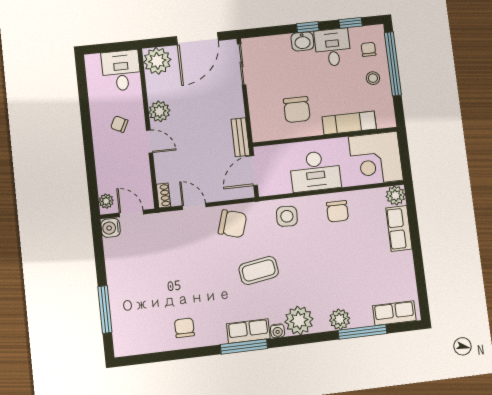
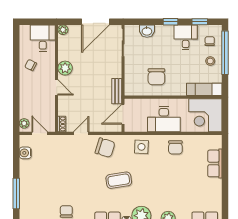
washbasin: (302, 41) -> (147, 31), moved
plant: (157, 61) -> (63, 30), width x0.53, depth x0.53
exam couch: (349, 123) -> (204, 89), moved
chair: (119, 124) -> (31, 65), moved
plant: (396, 195) -> (215, 141), removed
door: (194, 206) -> (81, 133), hinge flipped
water cooler: (111, 228) -> (25, 153), moved

